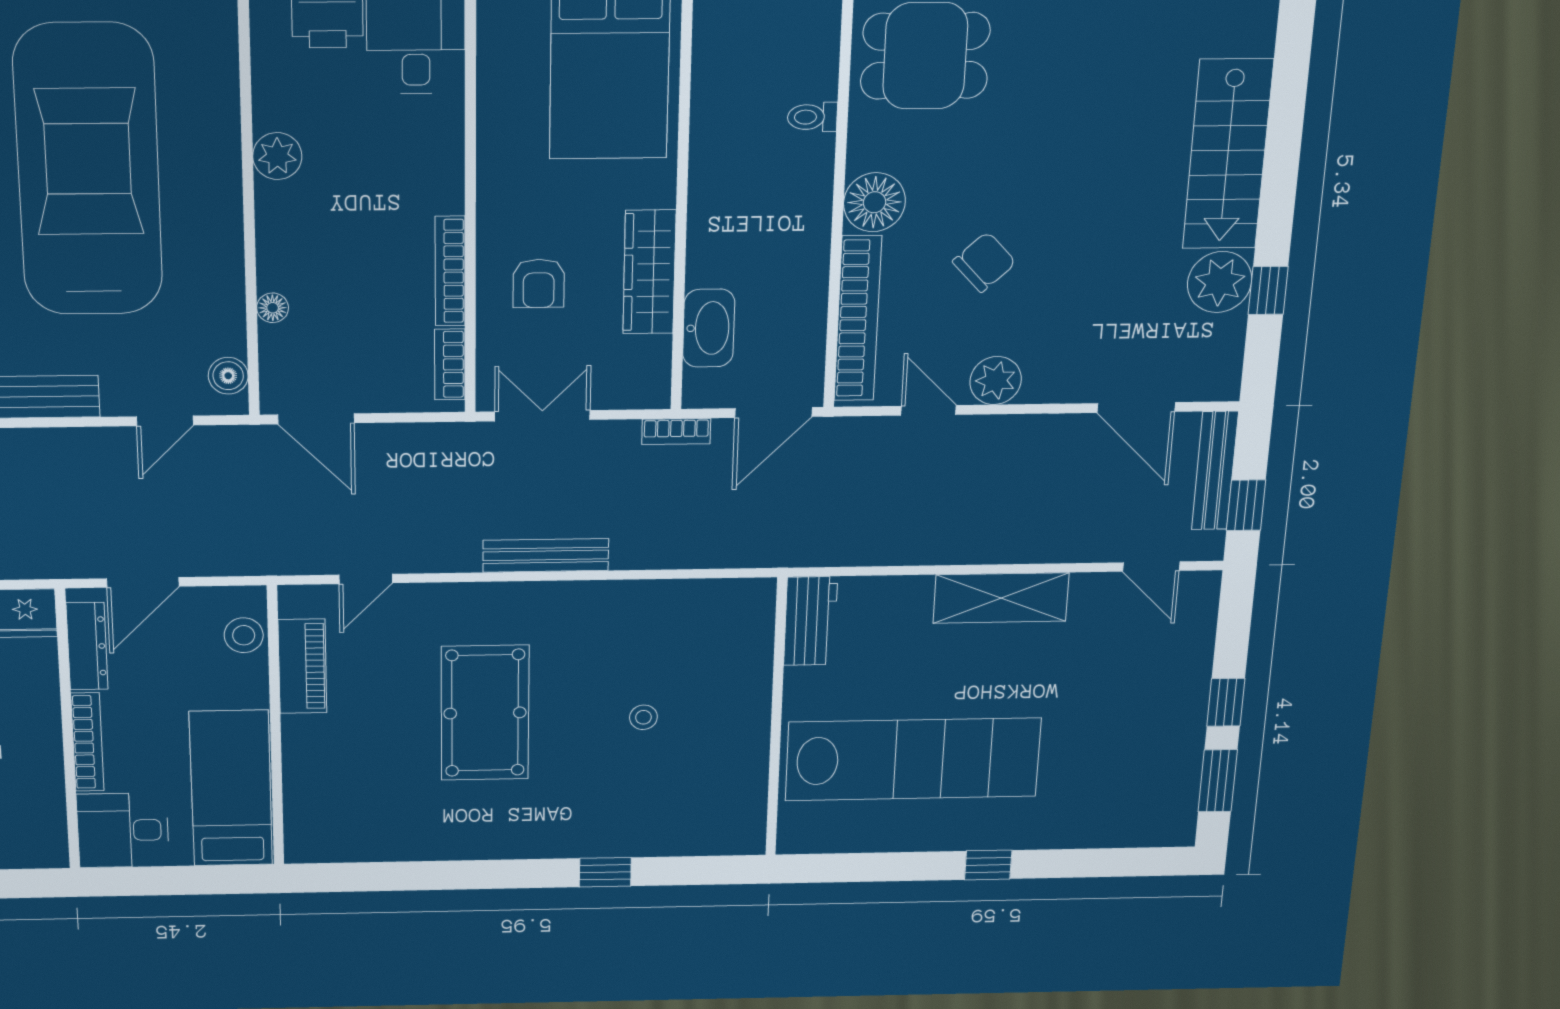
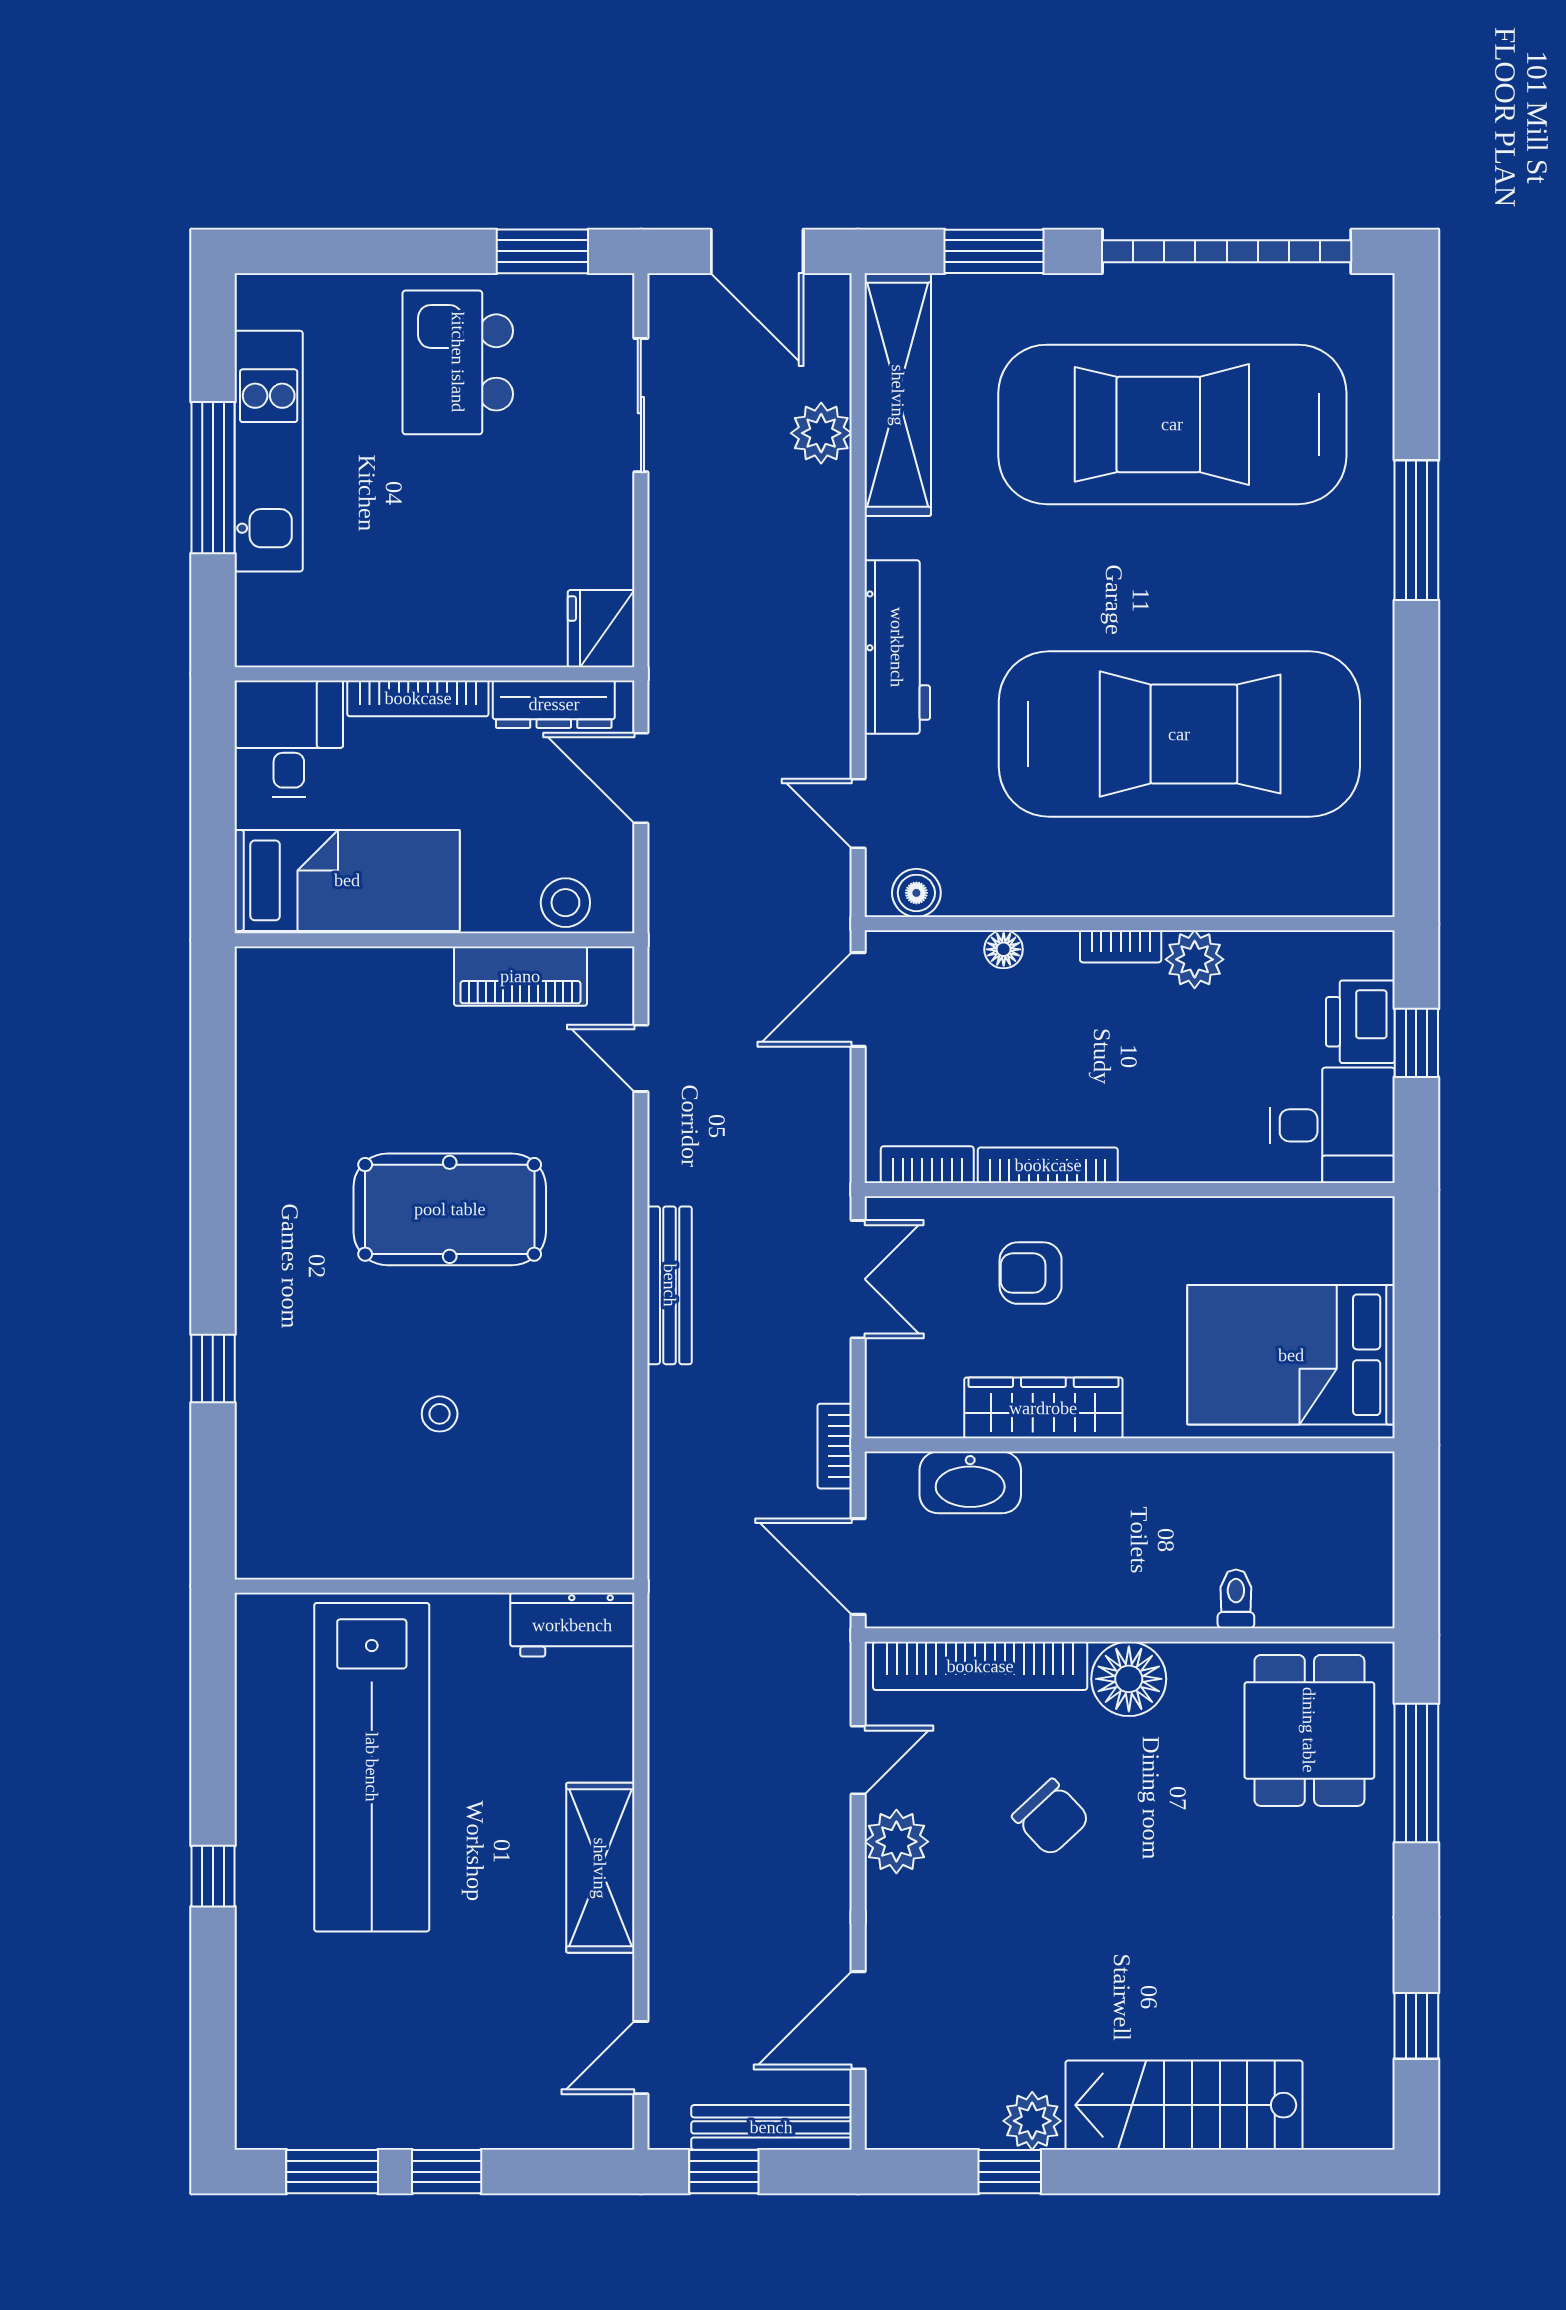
bookcase: (268, 216) -> (1121, 946), added
plant: (1220, 282) -> (1032, 2121), width x0.73, depth x0.73

